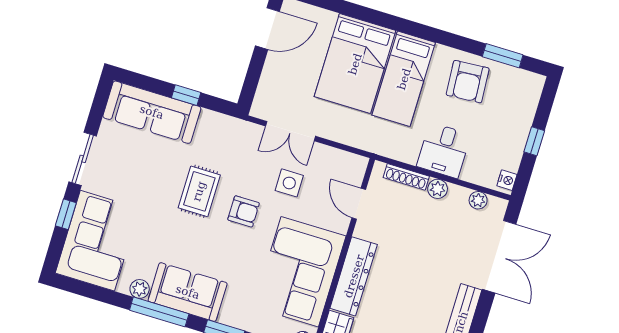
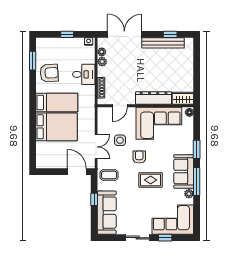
door: (267, 29) -> (77, 172), moved
coffee table: (226, 140) -> (109, 175), added
plant: (438, 189) -> (102, 62), moved
rug: (199, 191) -> (151, 180), moved

